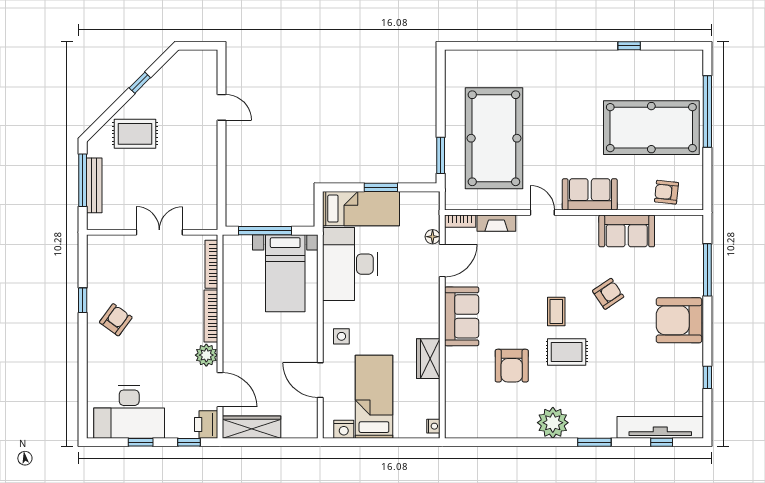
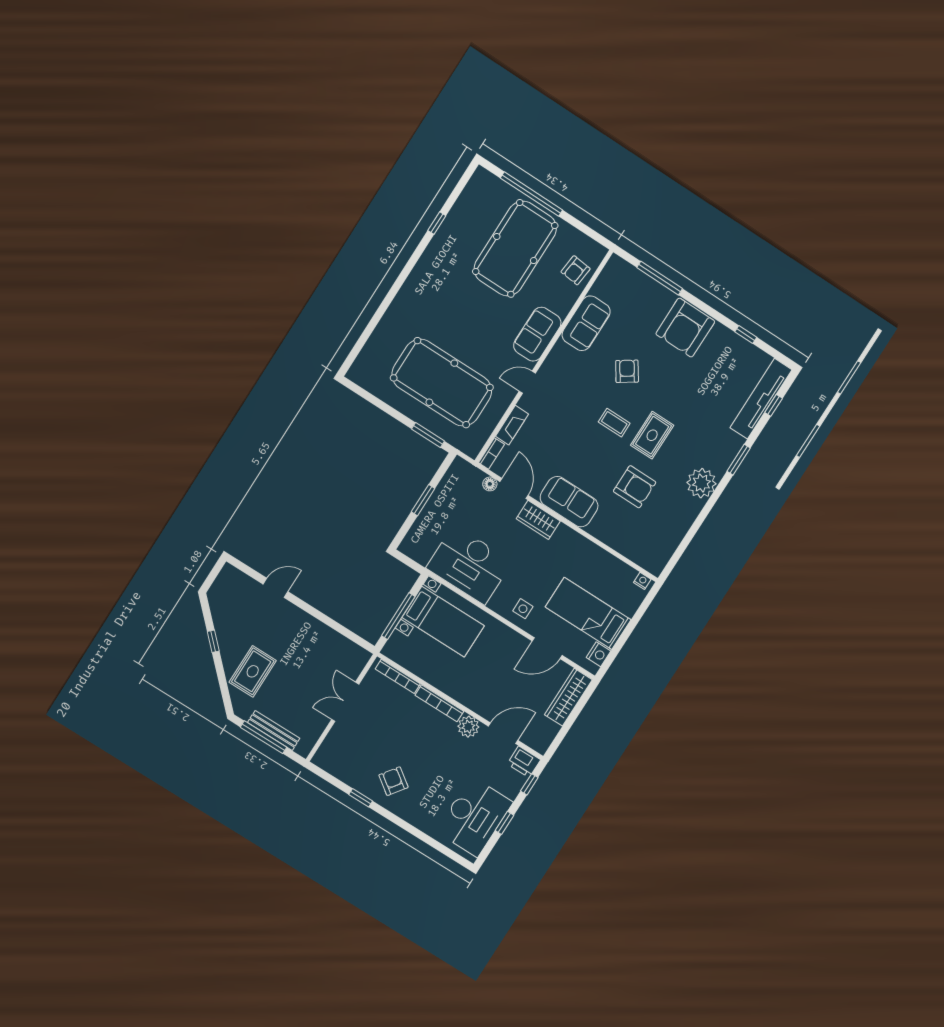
bed: (361, 209) -> (430, 527), removed
wardrobe: (428, 359) -> (538, 520), moved
wardrobe: (251, 427) -> (568, 697), moved

